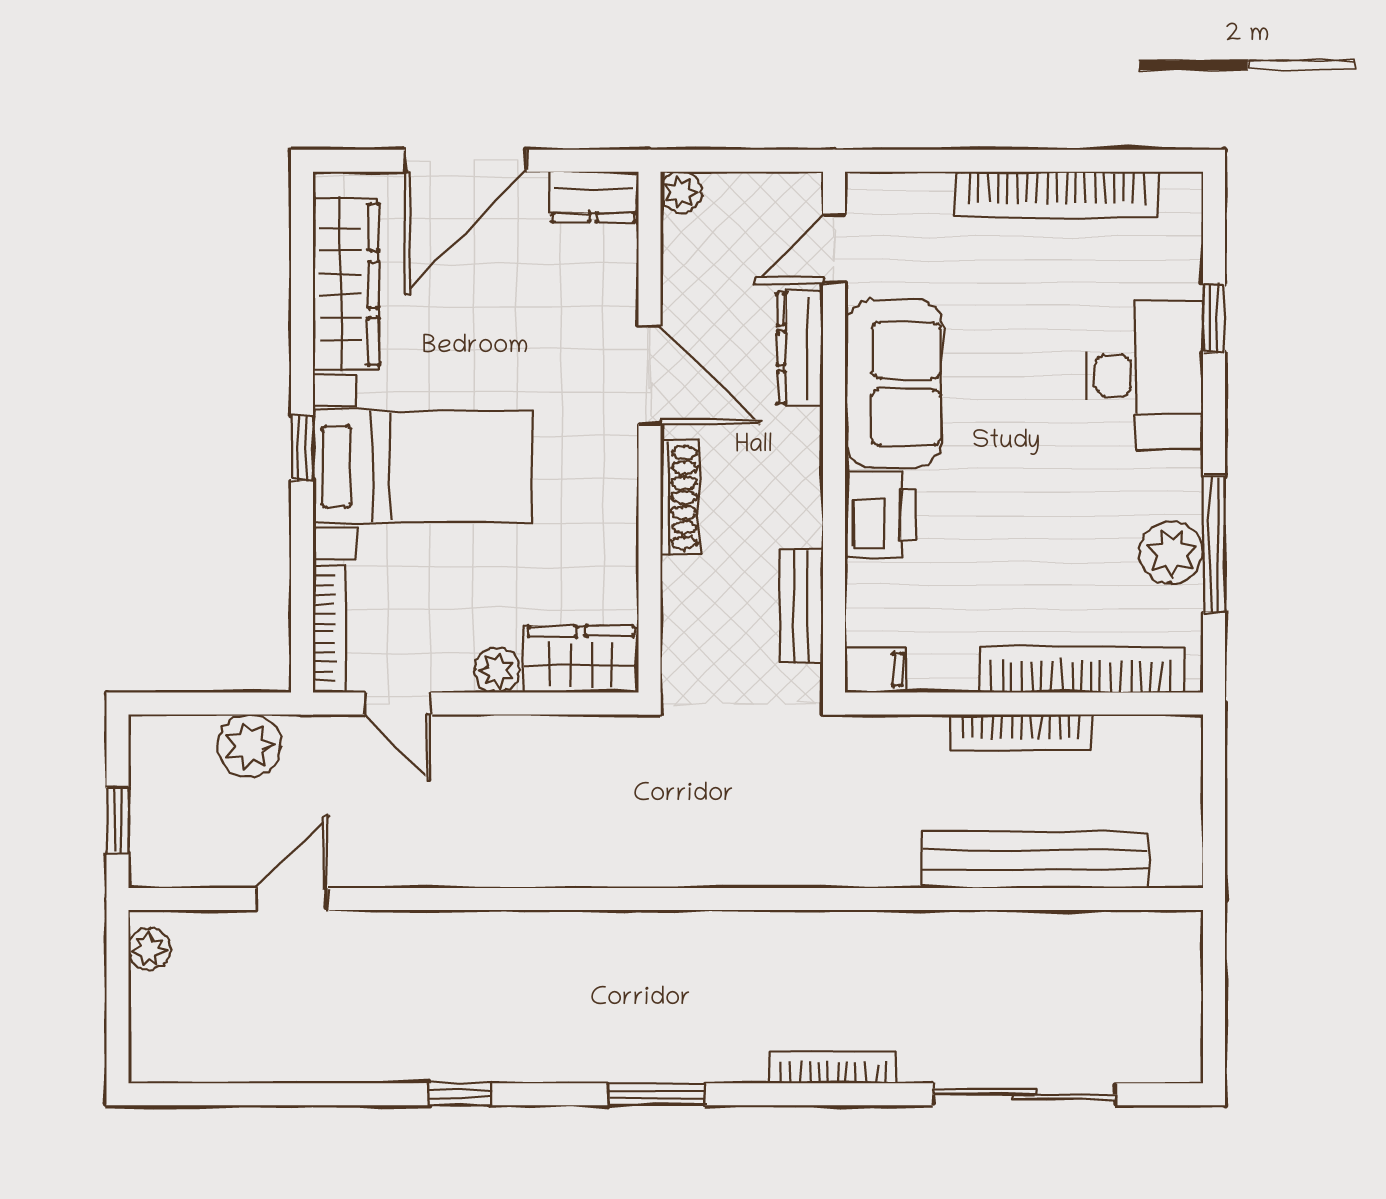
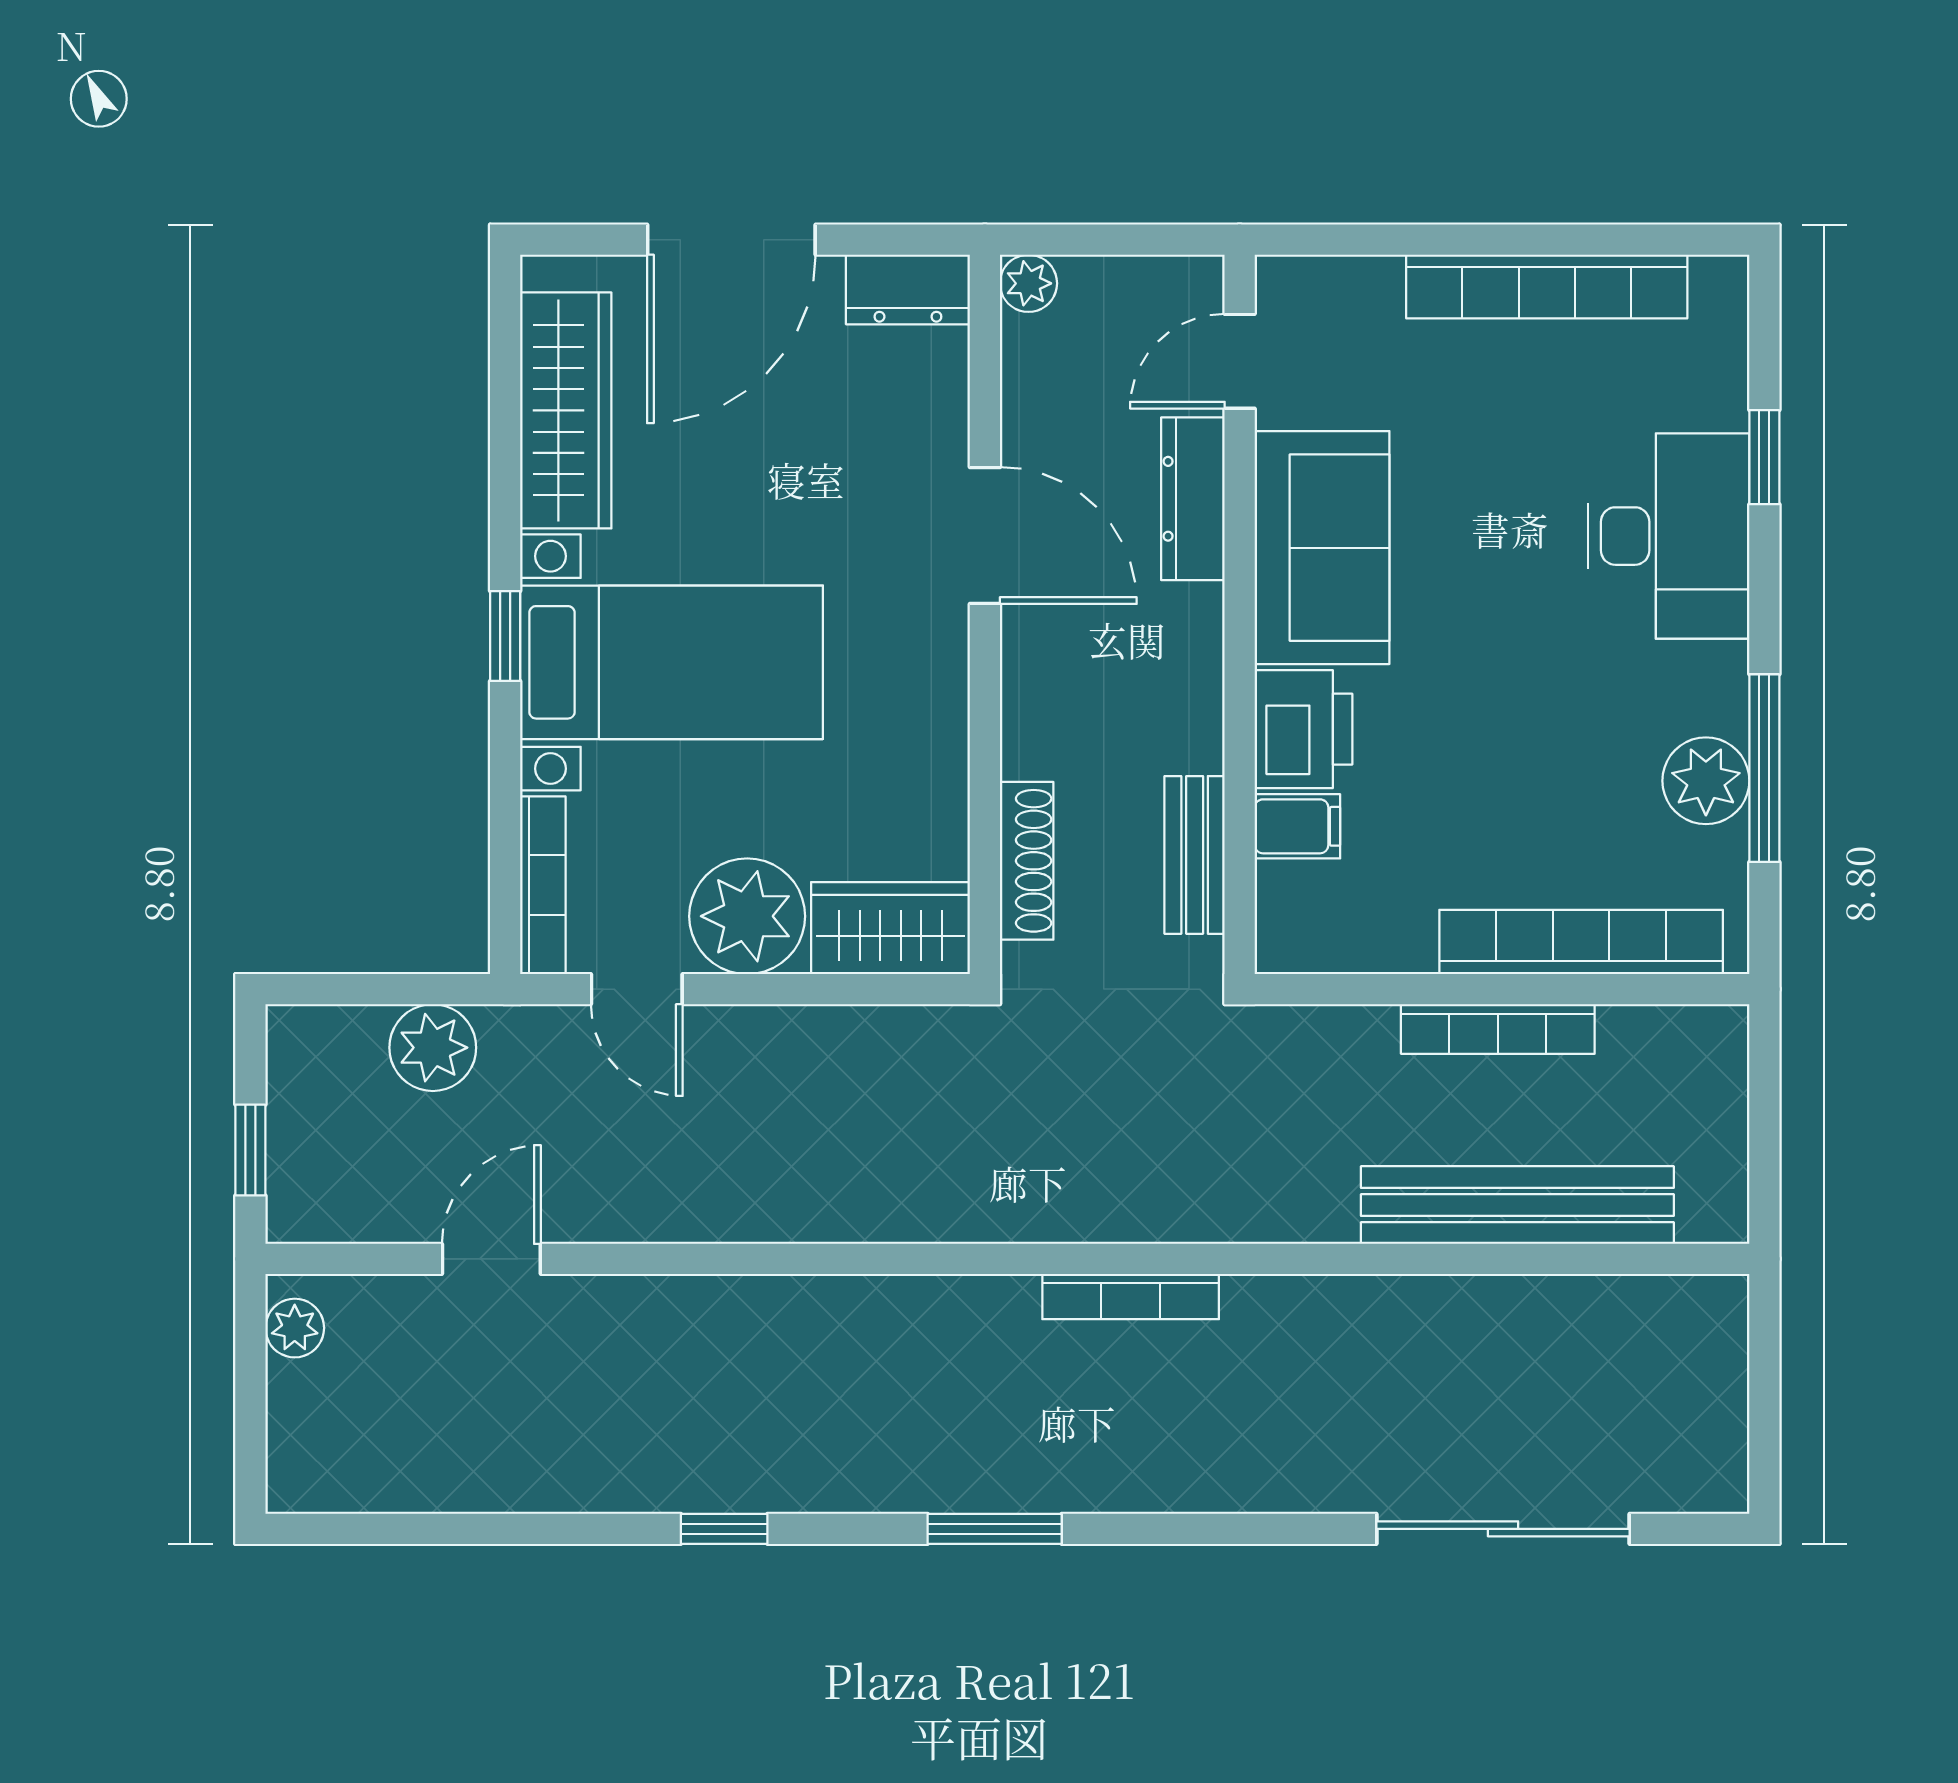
shoe rack: (680, 498) -> (1027, 861), moved
filing cabinet: (876, 669) -> (1297, 826), moved
plant: (497, 670) -> (747, 916), width x1.88, depth x1.88
bookcase: (833, 1067) -> (1131, 1297), moved, turned 180

